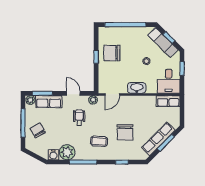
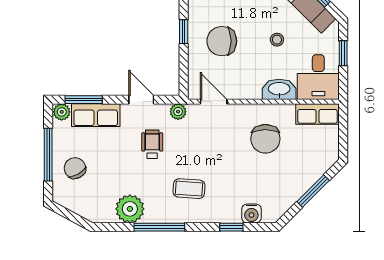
chair: (112, 53) -> (222, 41), moved
washbasin: (137, 88) -> (279, 89), moved
door: (112, 94) -> (214, 102), swing flipped
chair: (125, 132) -> (265, 139), moved
row of seats: (158, 139) -> (299, 184), removed
water cooler: (53, 155) -> (251, 213), moved

